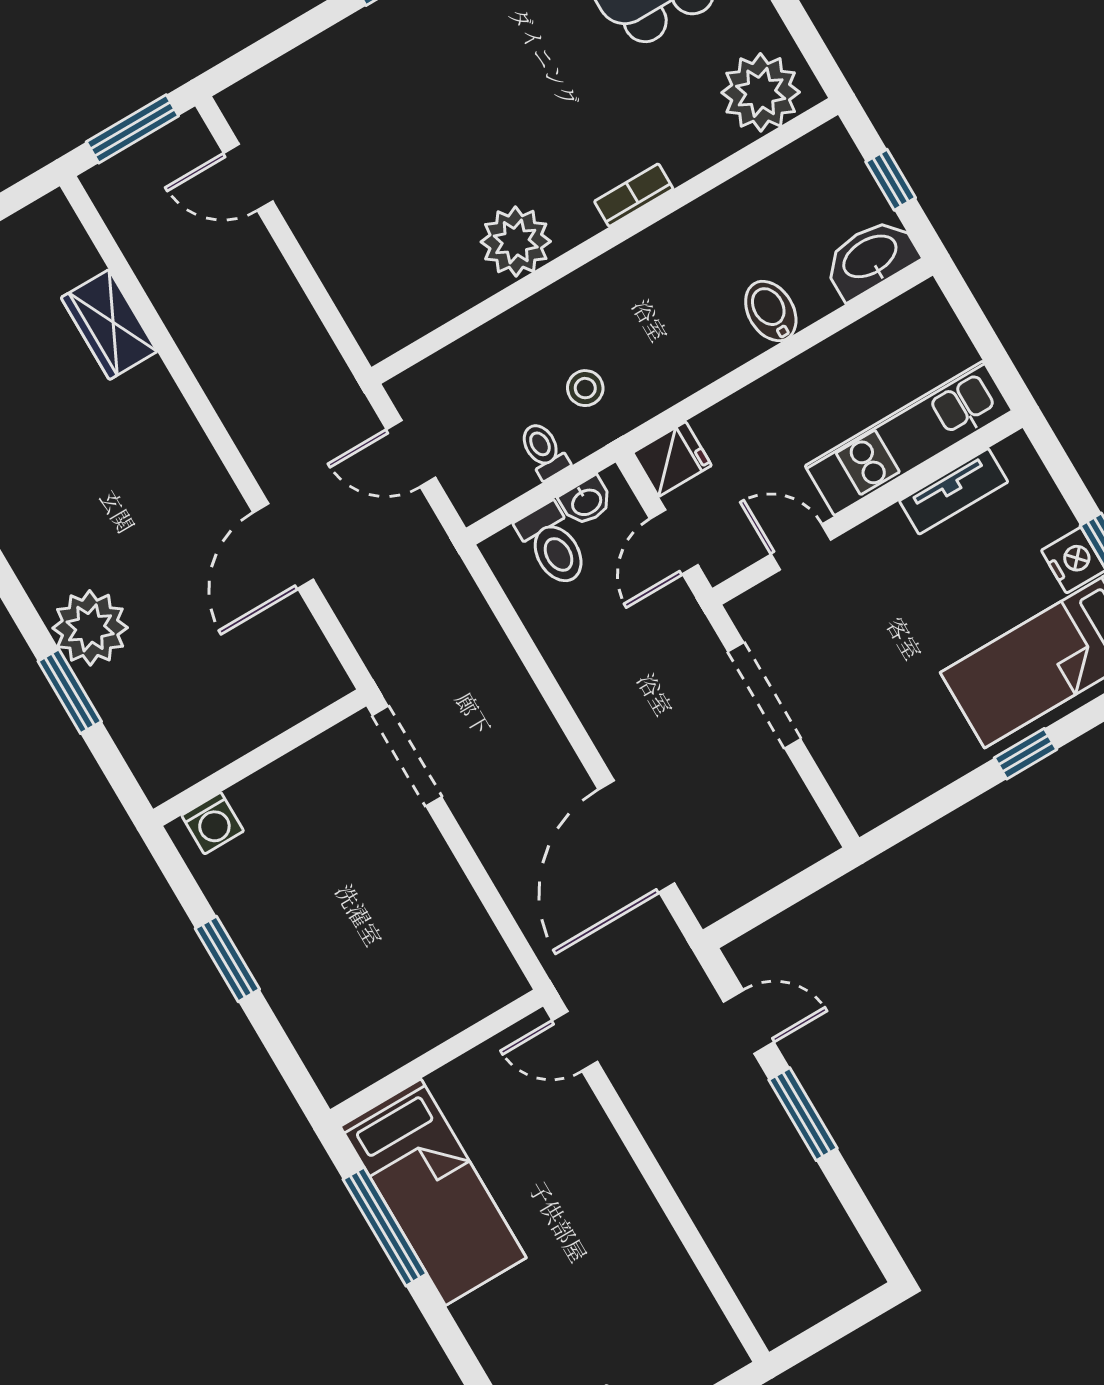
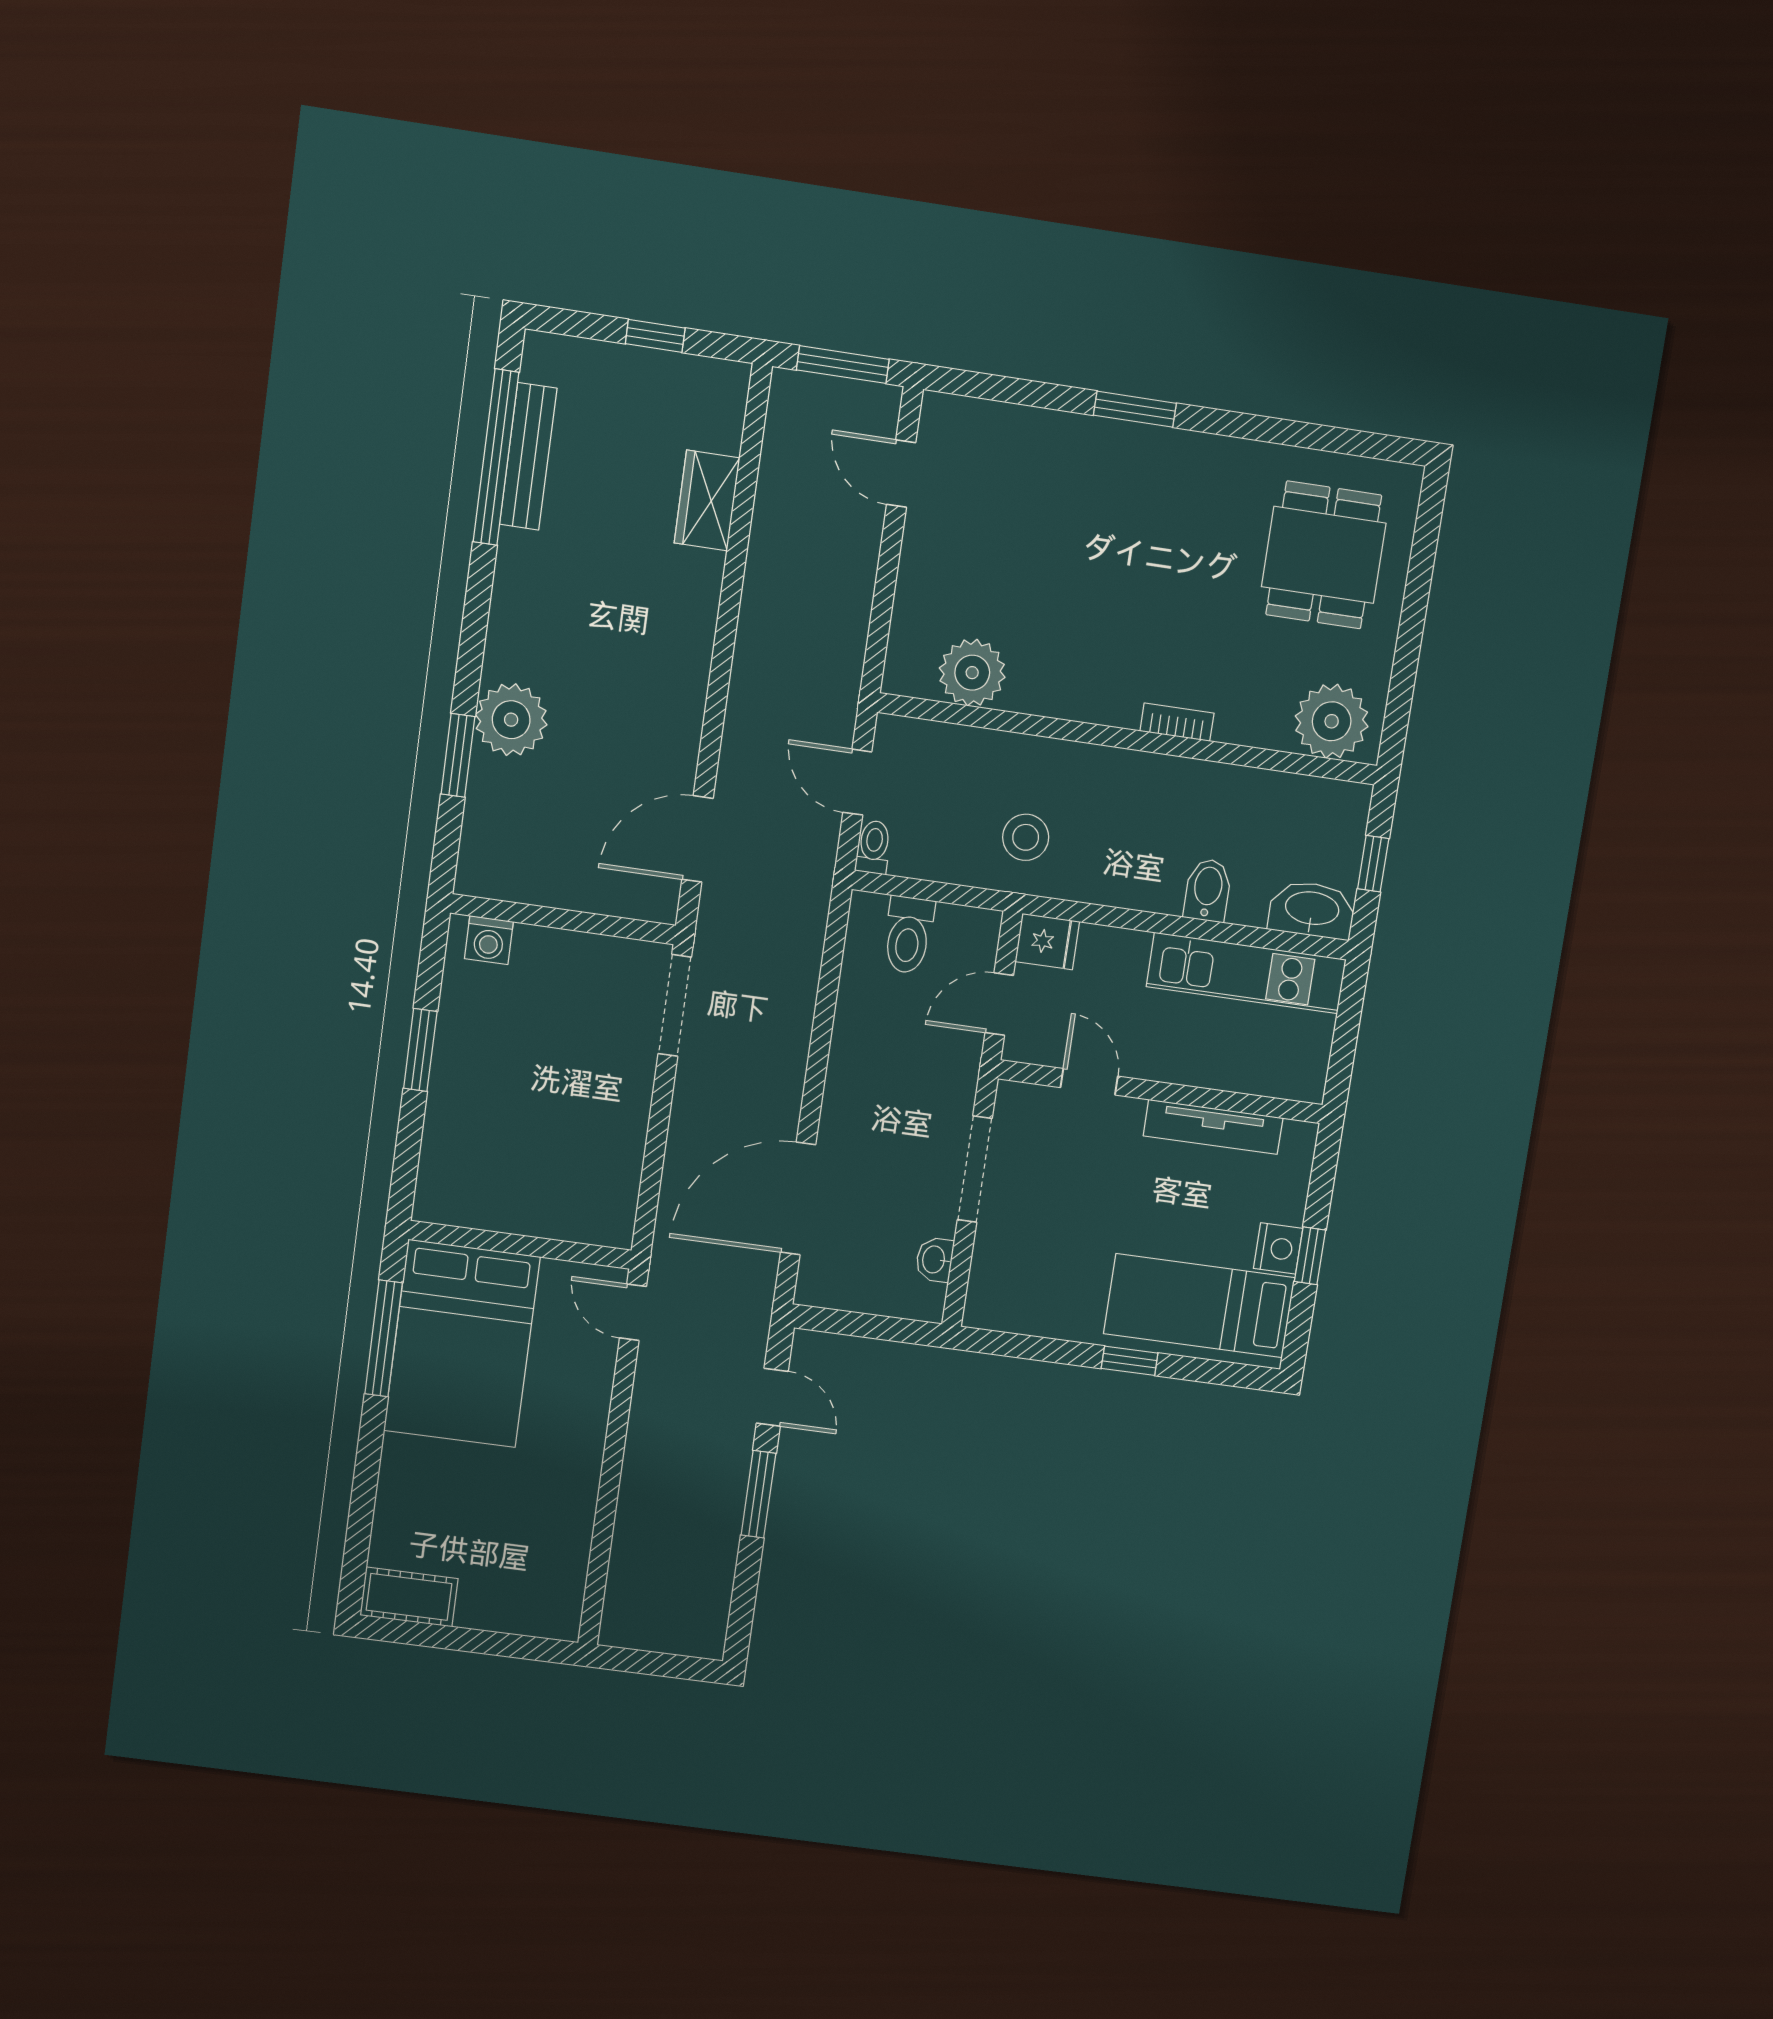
plant: (516, 242) -> (972, 673), moved
stool: (585, 388) -> (1026, 837), width x1.37, depth x1.37
kitchen unit: (909, 438) -> (1246, 973), moved, turned 180
toilet: (544, 450) -> (874, 847), moved
tv unit: (954, 491) -> (1213, 1127), width x1.41
washbasin: (586, 501) -> (935, 1260), moved, turned 90
door: (283, 546) -> (698, 839), moved
bed: (433, 1192) -> (462, 1344), width x1.50

